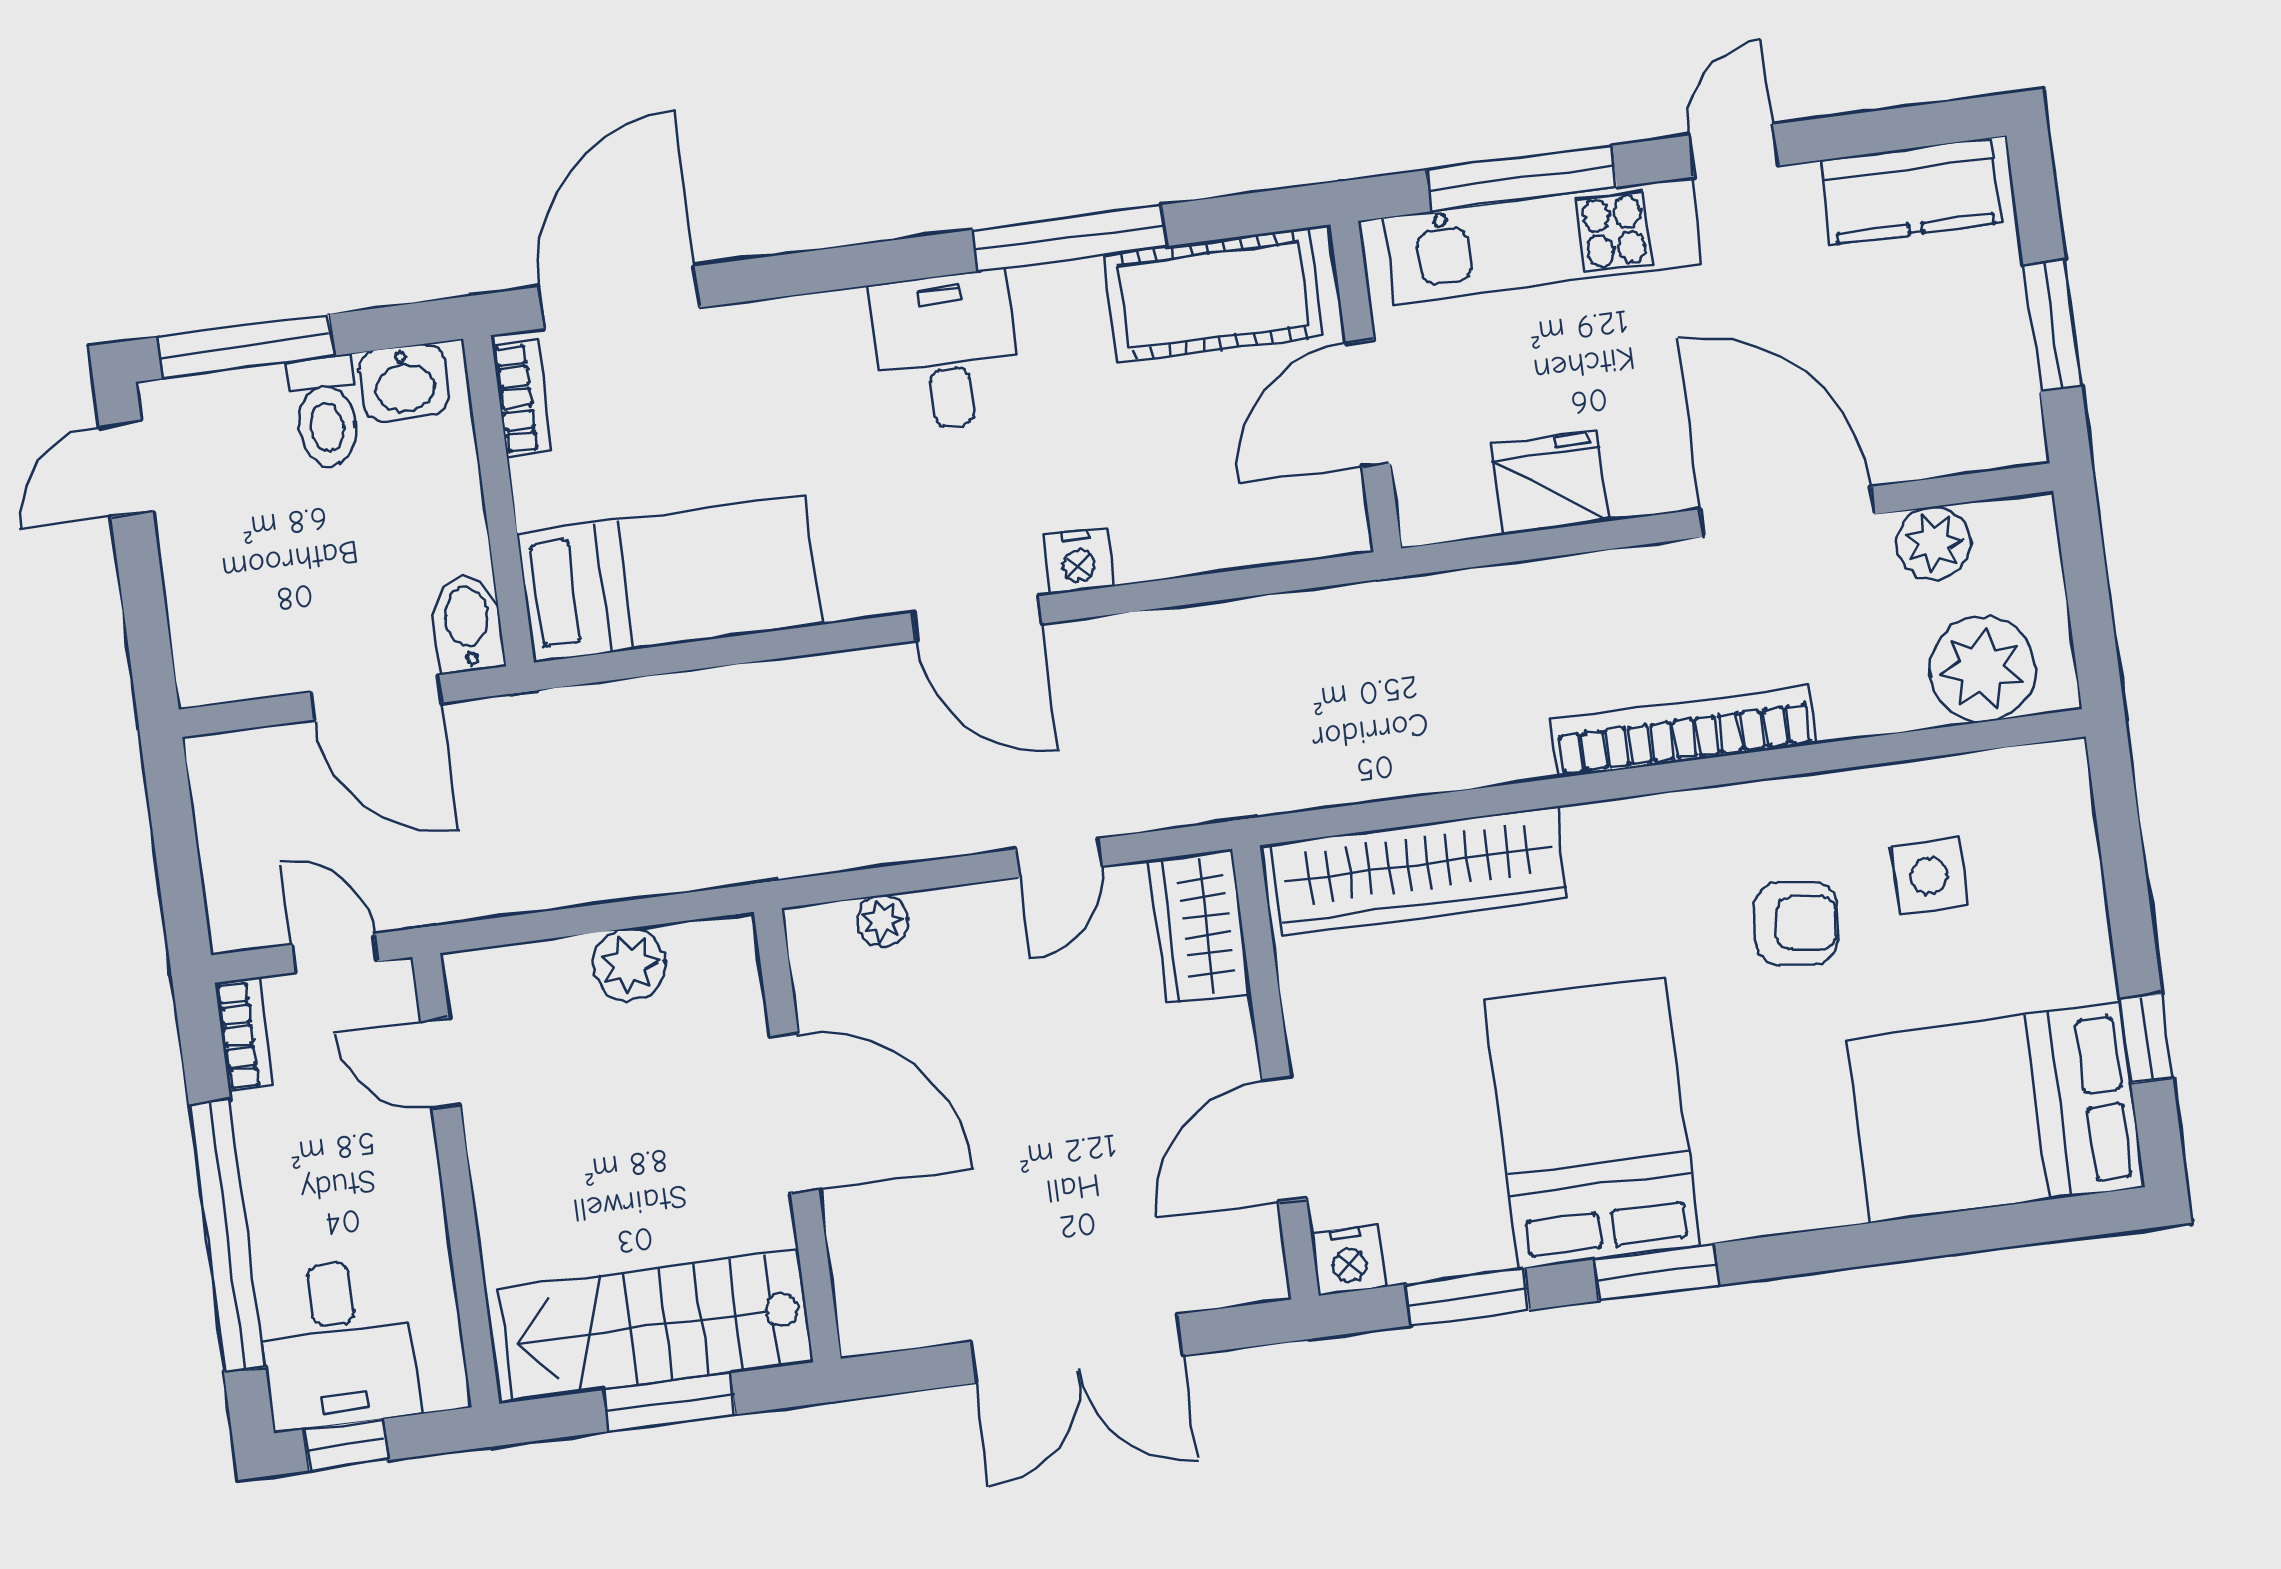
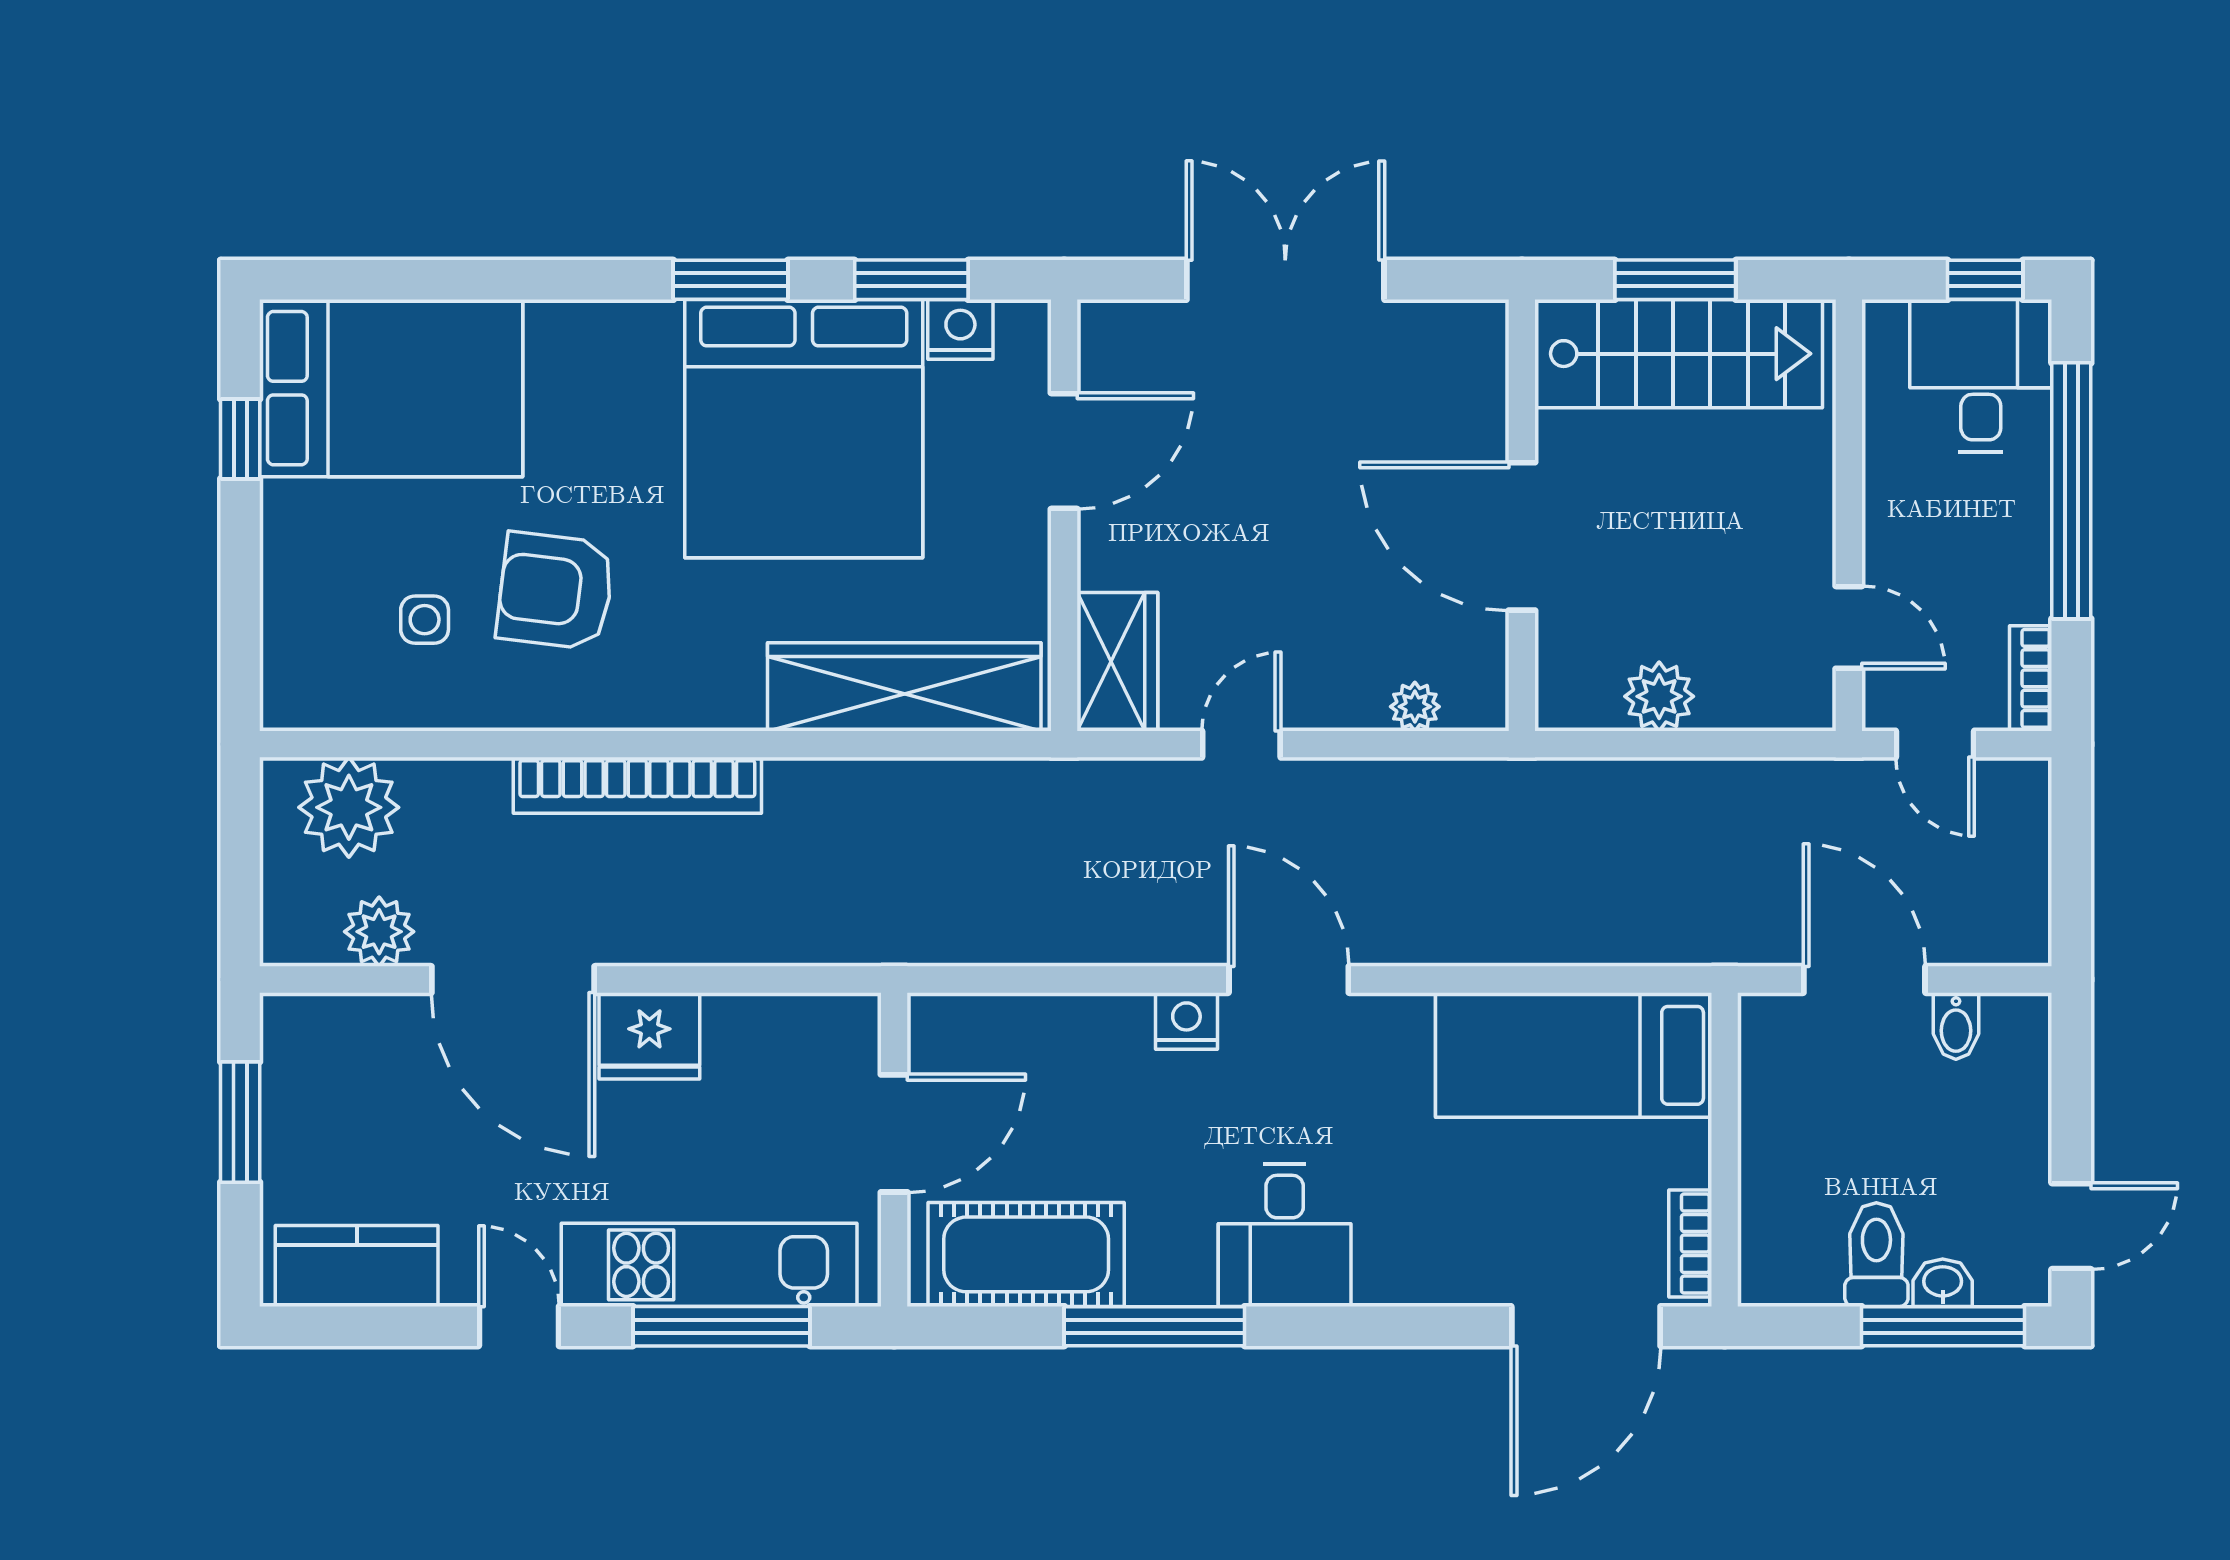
door: (1733, 151) -> (519, 1326), swing flipped
washbasin: (404, 383) -> (1943, 1283), moved, width x0.72, depth x0.69
fridge: (1550, 483) -> (649, 1036), moved
bidet: (467, 623) -> (1956, 1026), moved, width x0.72, depth x0.74
side table: (1929, 875) -> (425, 620), width x0.73, depth x0.73
armchair: (1796, 923) -> (555, 591), width x1.38, depth x1.38
bed: (1592, 1123) -> (804, 429), width x1.36
nightstand: (1349, 1260) -> (960, 329), moved

